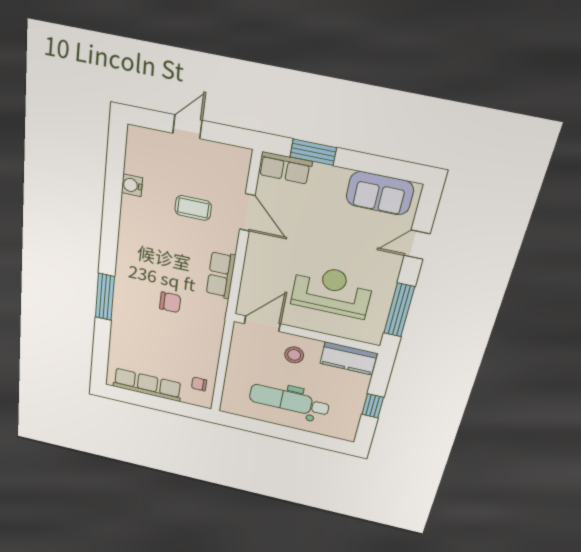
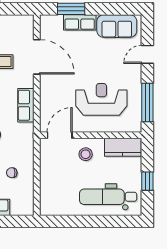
row of seats: (285, 168) -> (80, 22), moved
door: (247, 212) -> (37, 57), width x1.36
chair: (199, 384) -> (12, 173), moved
dental chair: (289, 401) -> (108, 197), moved

